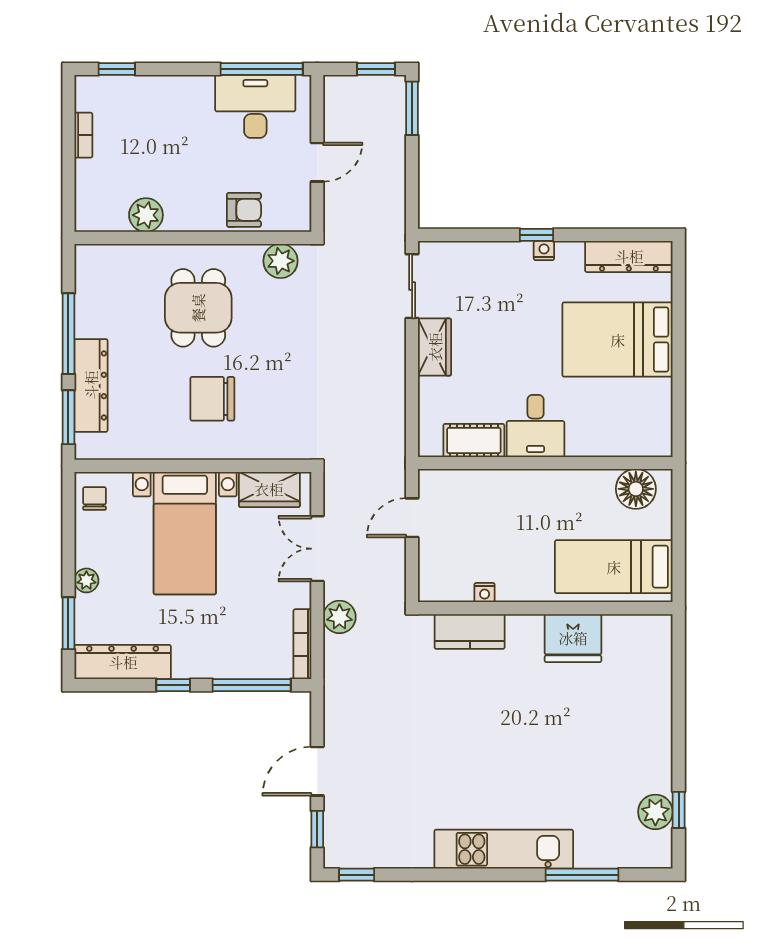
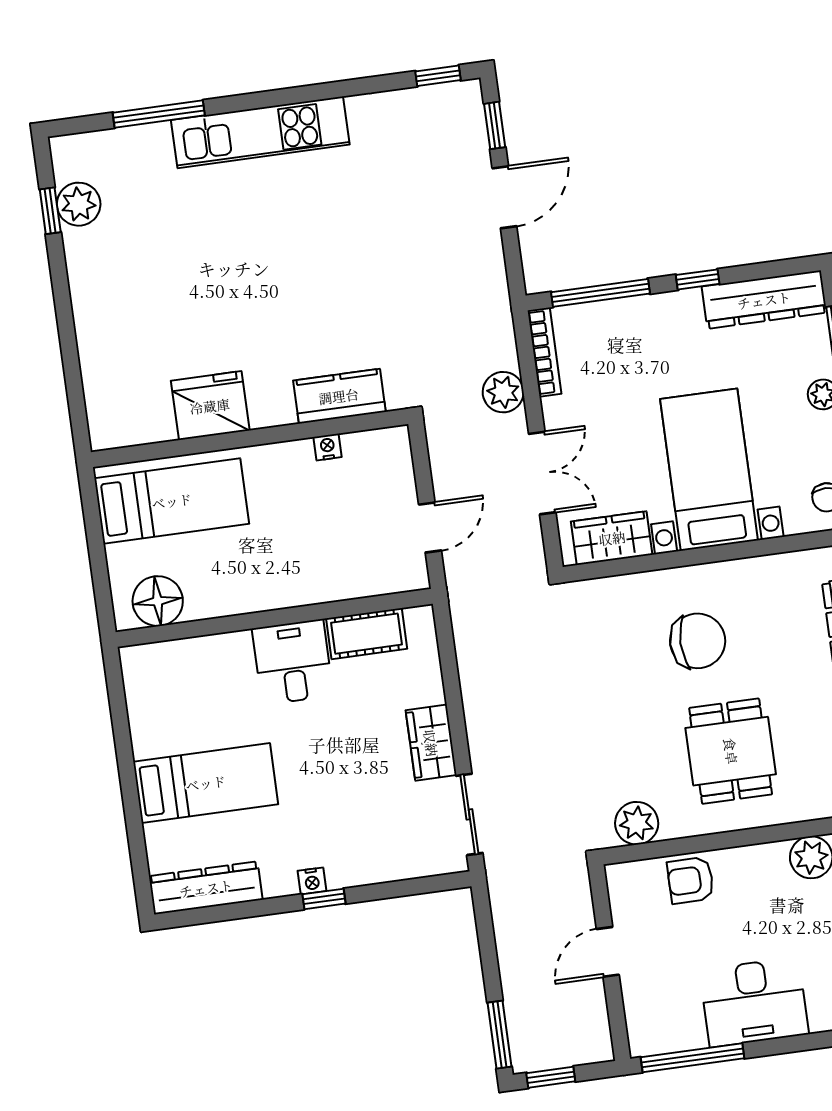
desk: (255, 106) -> (754, 1002), moved
bed: (618, 340) -> (206, 783), width x0.67

